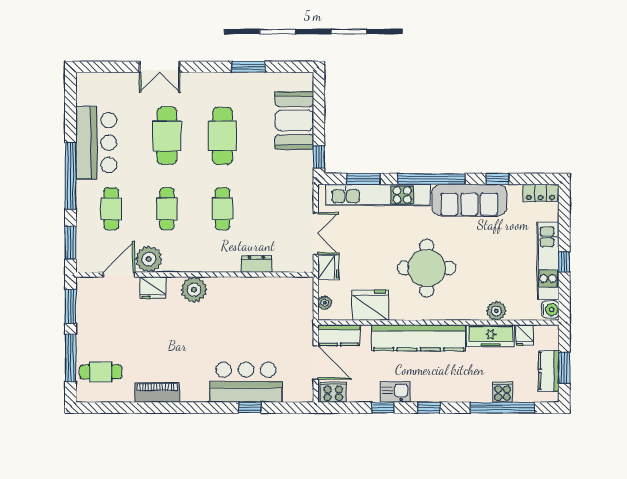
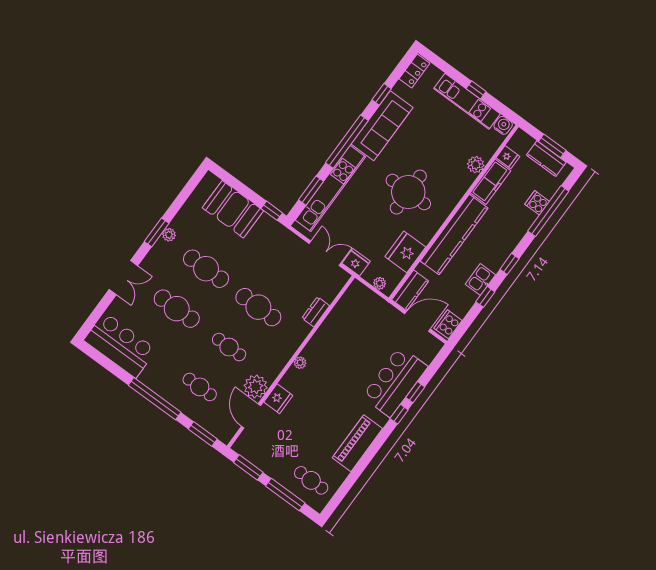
window: (248, 67) -> (157, 232), moved
plant: (229, 80) -> (169, 235), added
bar counter: (96, 143) -> (120, 345), moved
cafe table: (223, 209) -> (258, 307), width x1.37, depth x1.35
plant: (194, 290) -> (300, 363), width x0.53, depth x0.53
cafe table: (101, 372) -> (311, 480), turned 90
piano: (157, 392) -> (357, 443), width x1.37, depth x1.33
window: (219, 408) -> (399, 414), added

